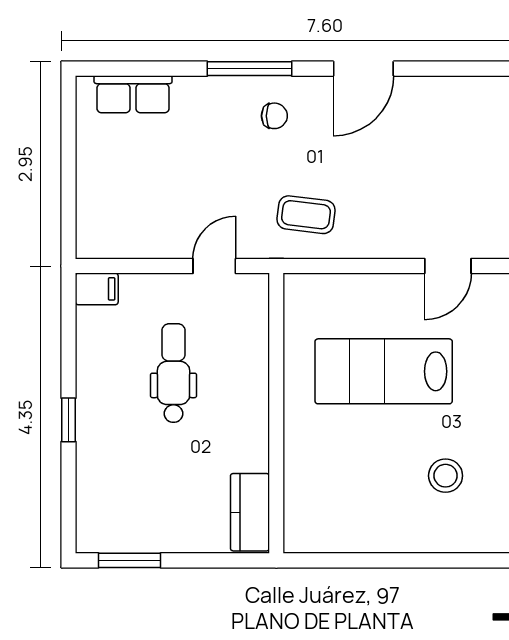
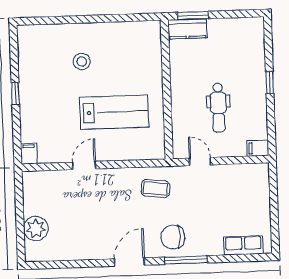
chair: (274, 116) -> (173, 237), width x1.87, depth x1.87
door: (214, 266) -> (200, 161), swing flipped
kitchen counter: (250, 512) -> (187, 29), moved, turned 90
window: (129, 560) -> (193, 16), moved

